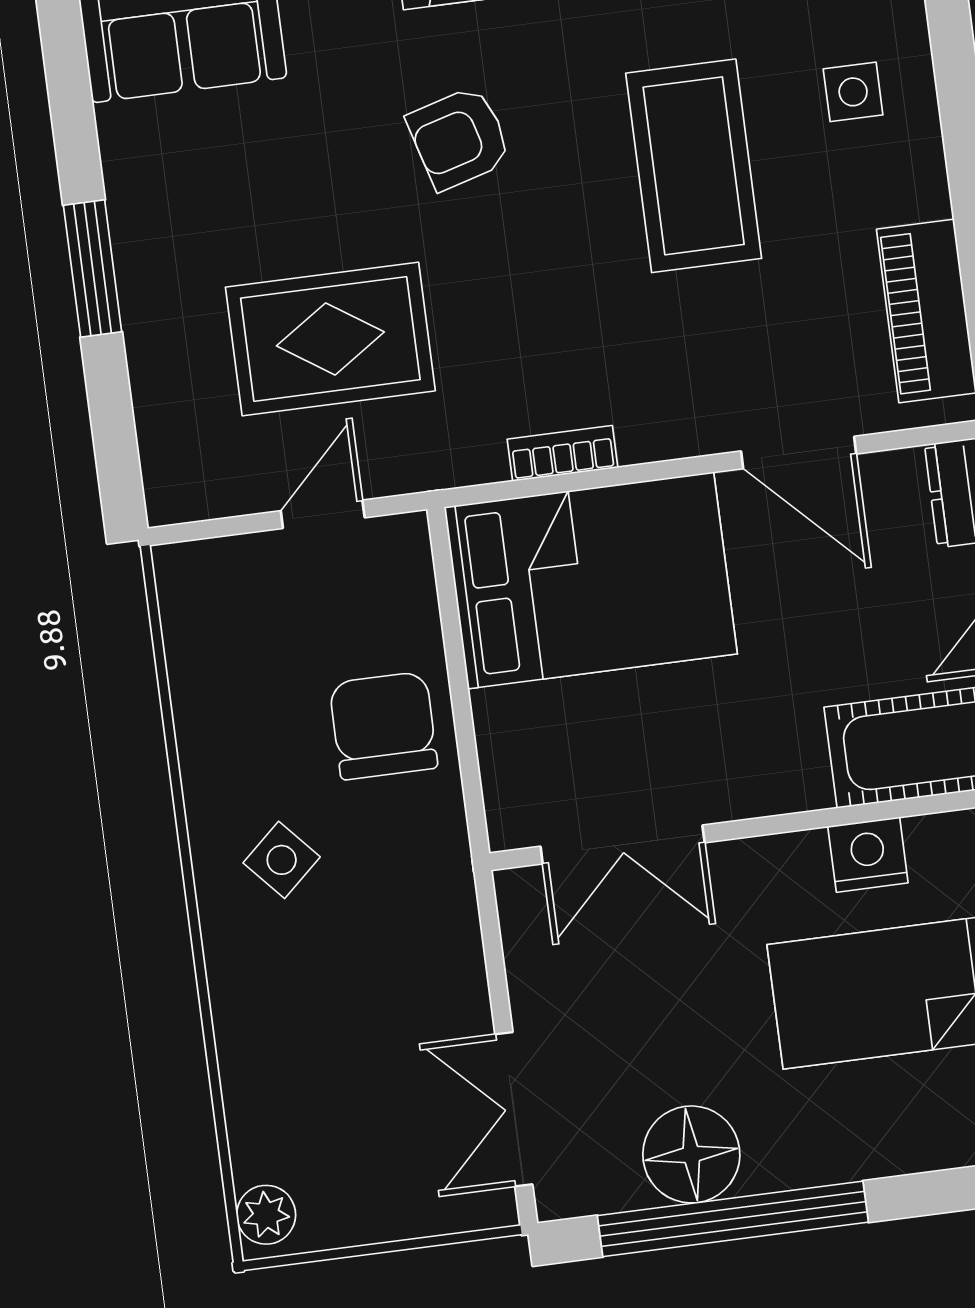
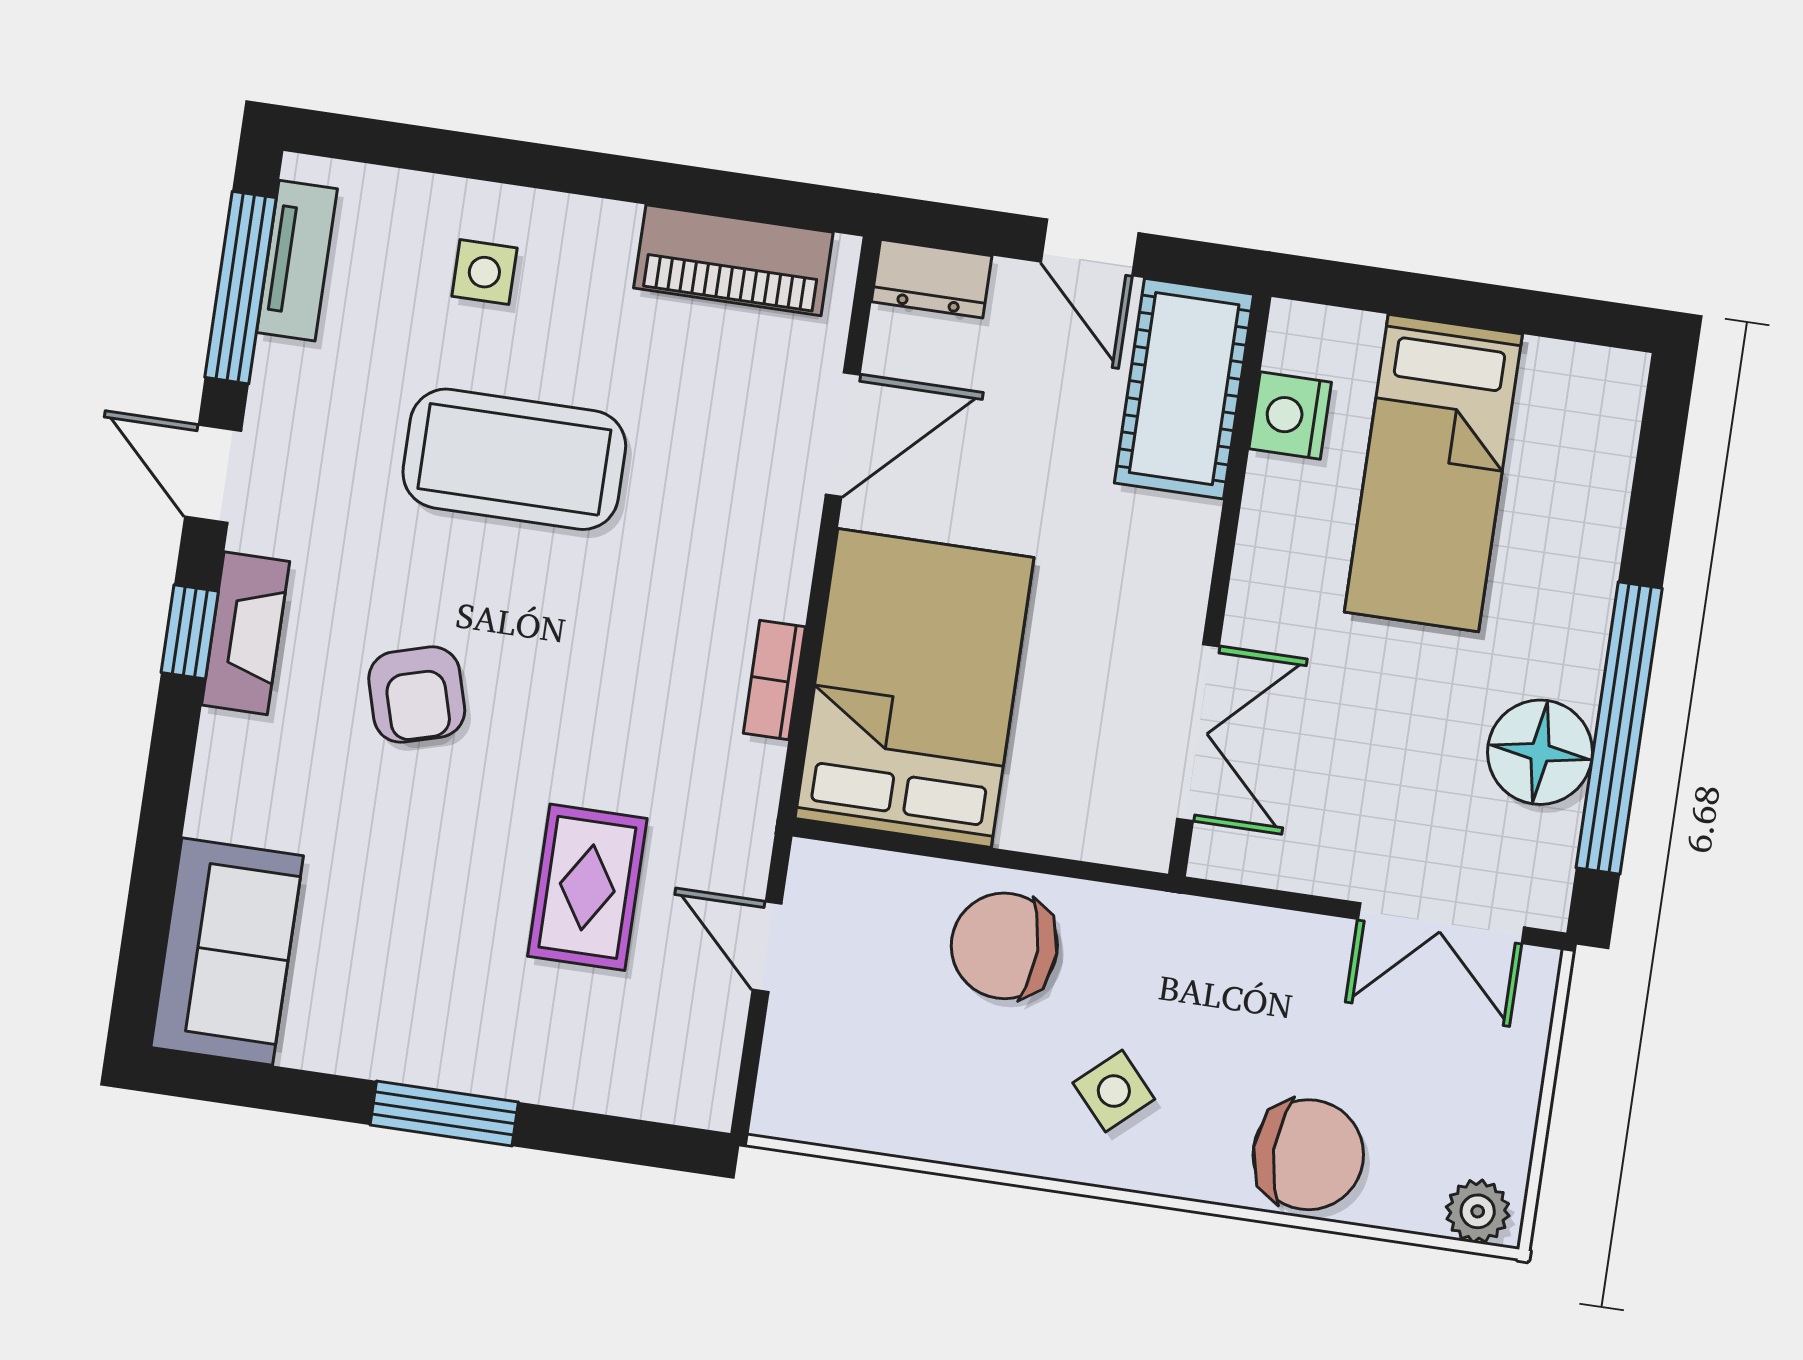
rug: (330, 339) -> (587, 887), width x0.73, depth x0.70
nightstand: (868, 855) -> (1290, 415), moved
chair: (274, 1049) -> (1308, 1155), added

